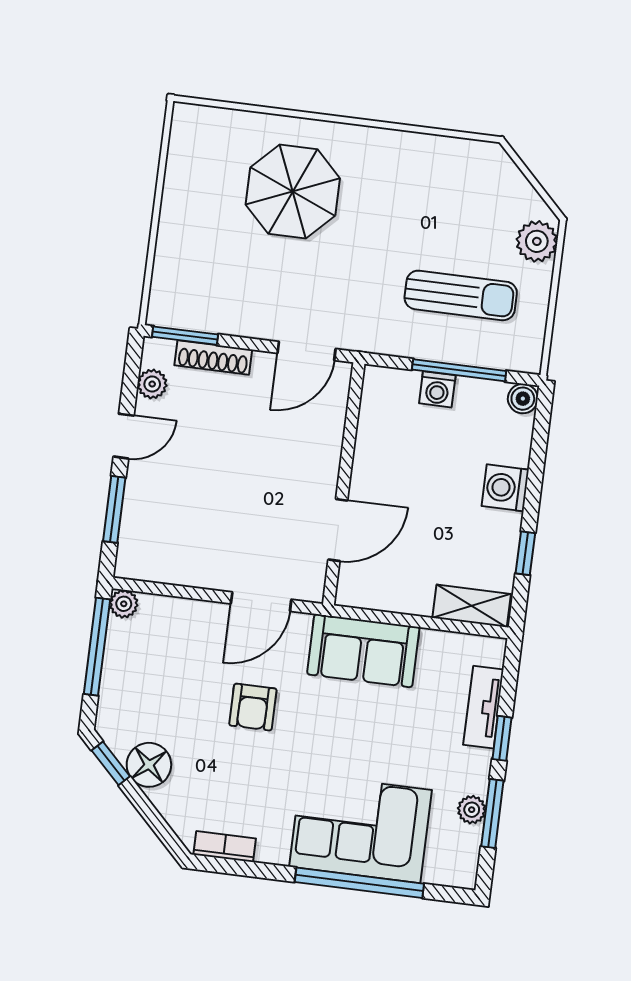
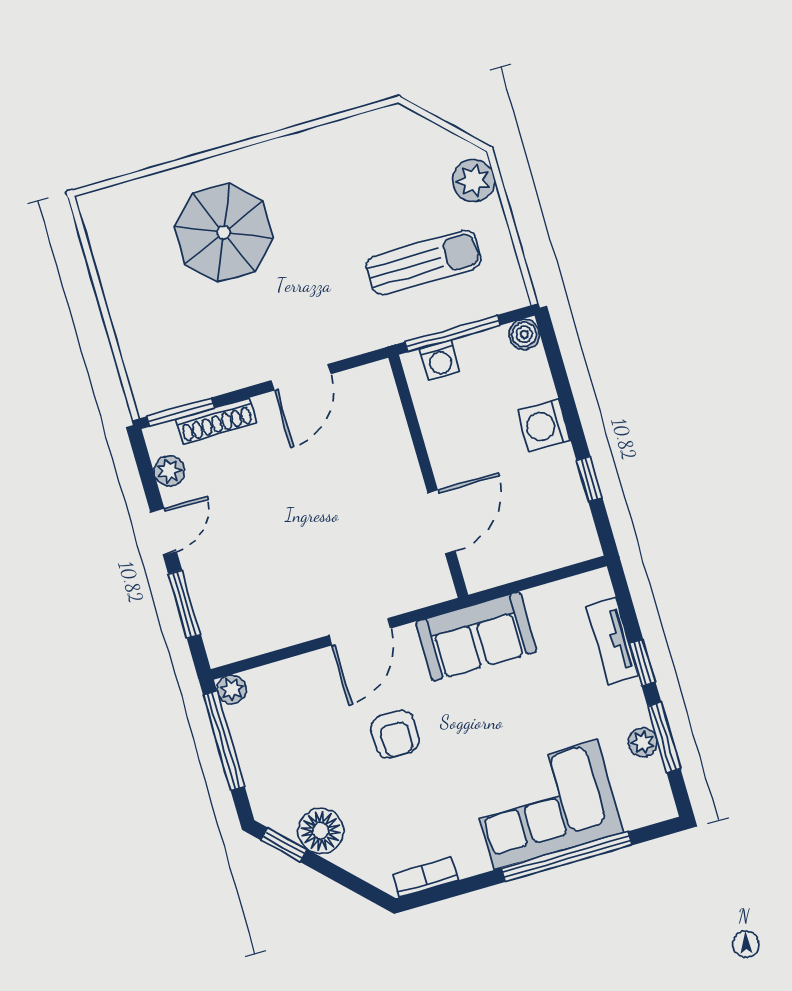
wall: (344, 484) -> (428, 476), moved
door: (338, 530) -> (442, 522), moved
shelving: (472, 606) -> (560, 550), removed

